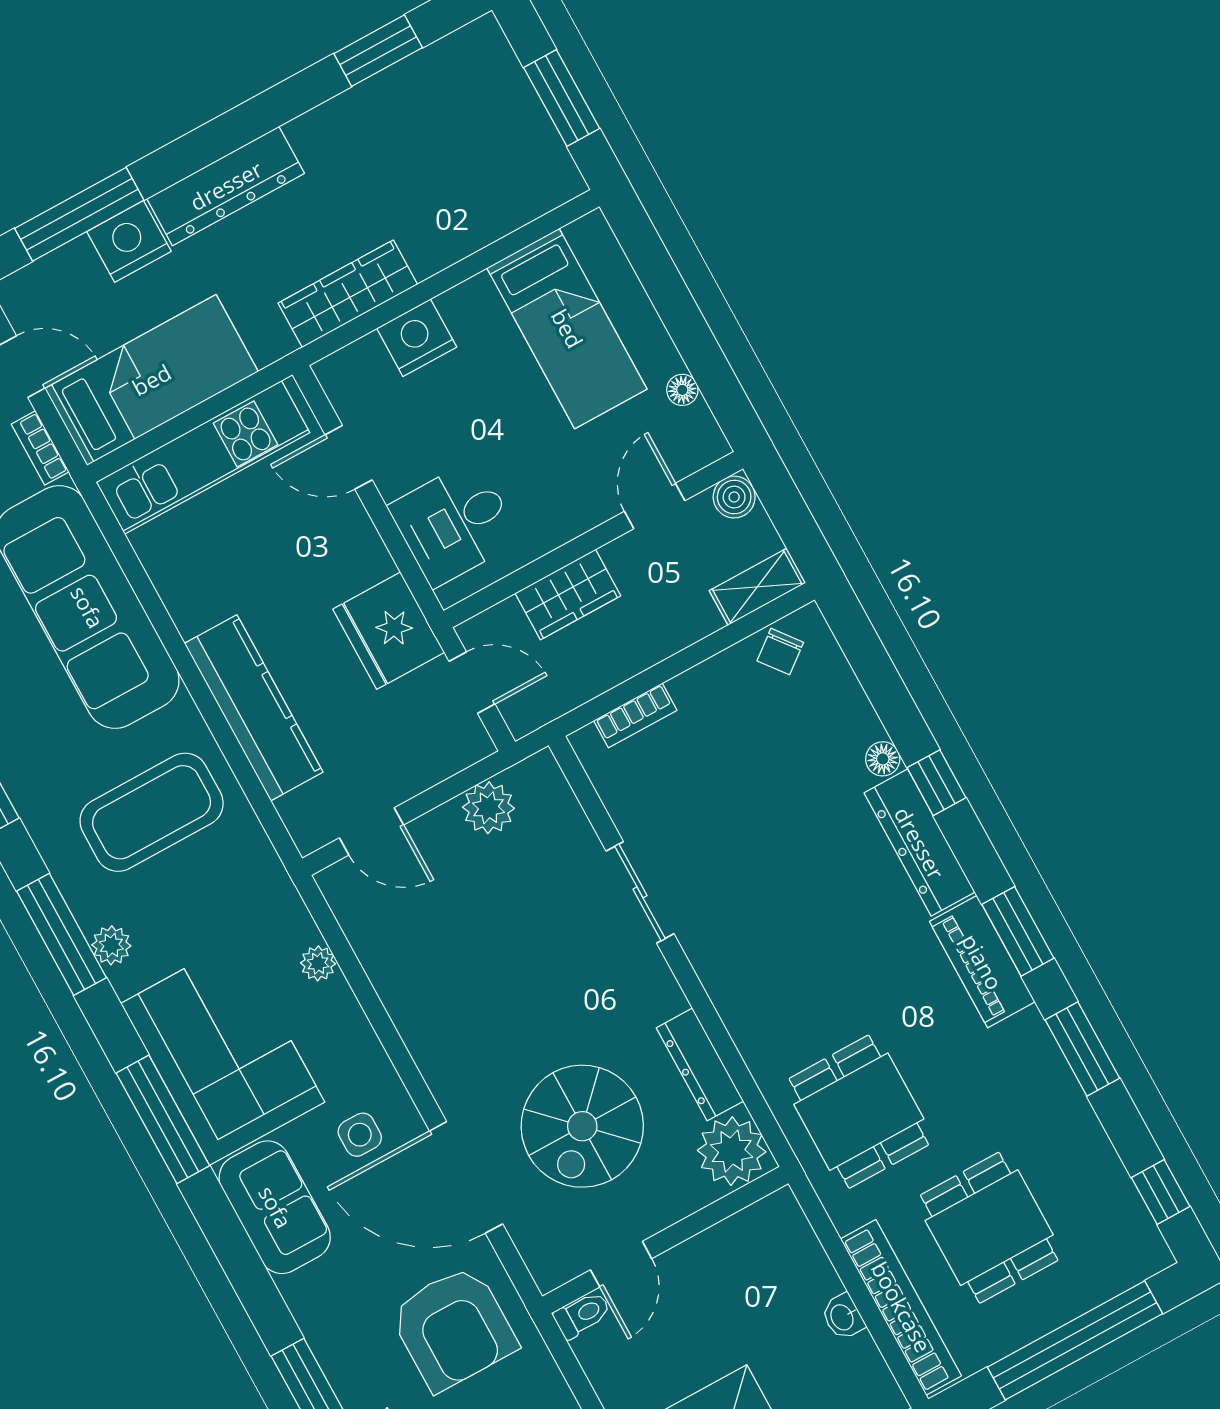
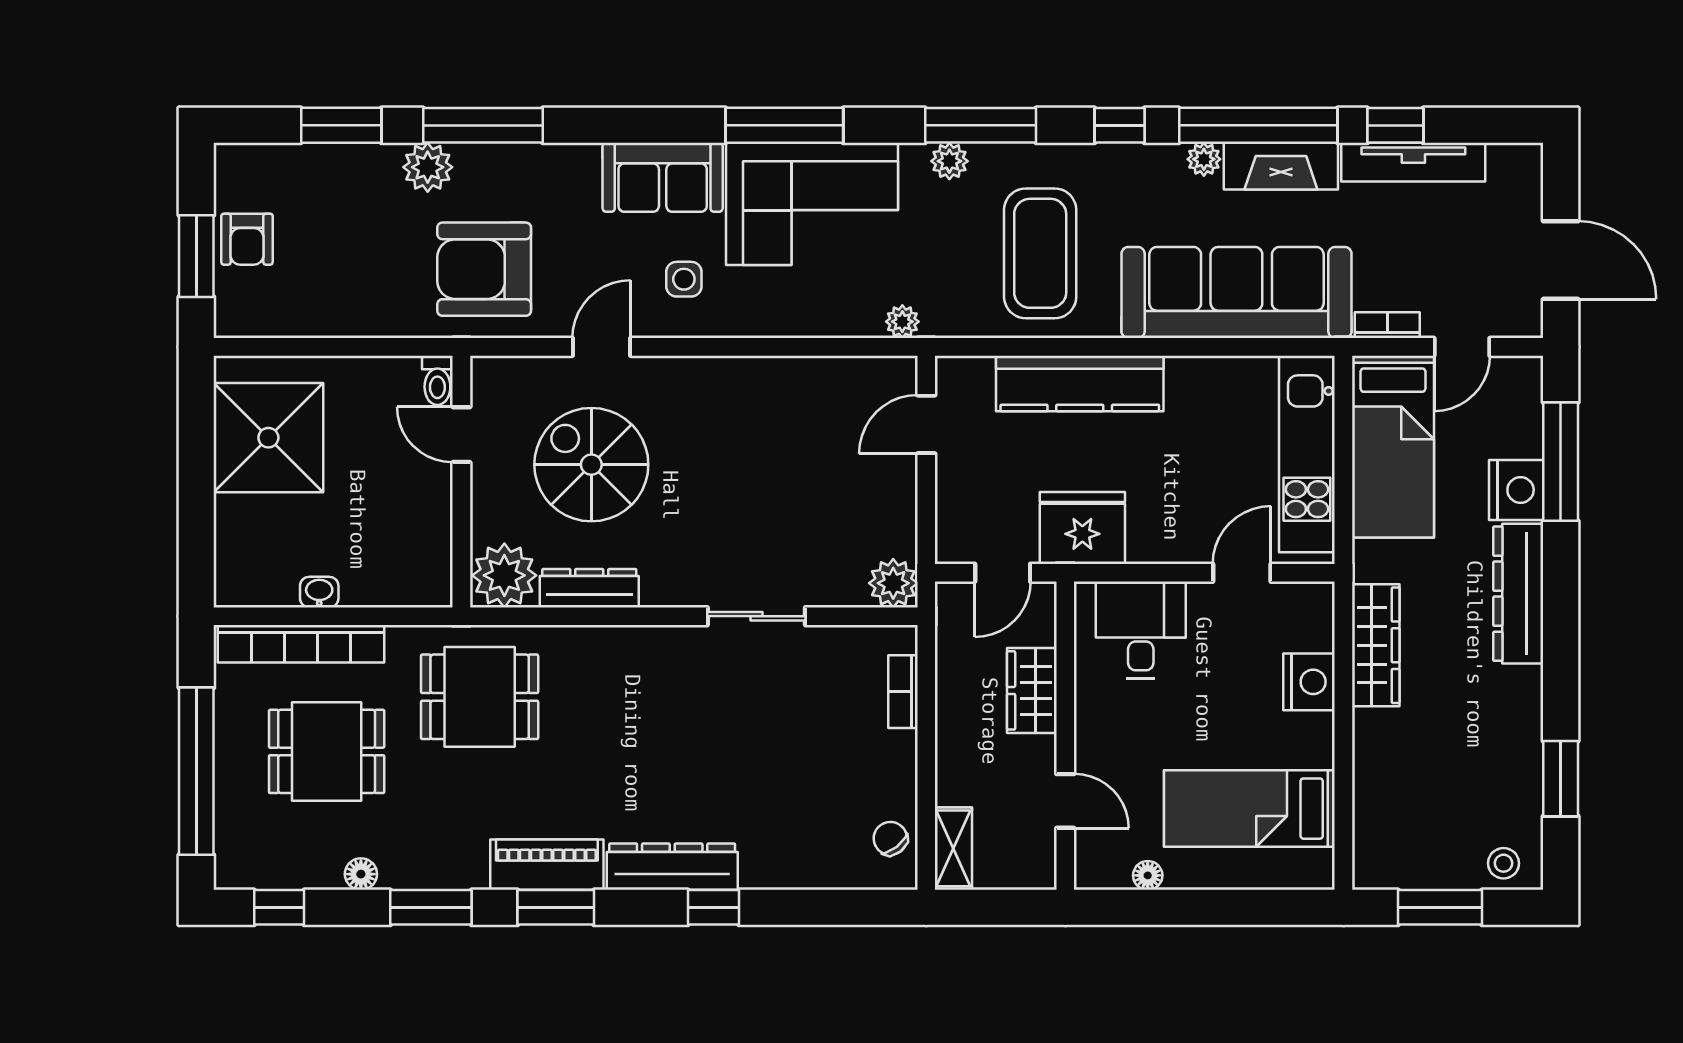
stool: (487, 61) -> (1503, 863), added
boiler: (734, 497) -> (1037, 870), removed
floor lamp: (883, 759) -> (361, 874), moved
plant: (488, 808) -> (893, 583), moved
plant: (318, 963) -> (902, 322), moved
door: (466, 1177) -> (601, 347), width x0.53

